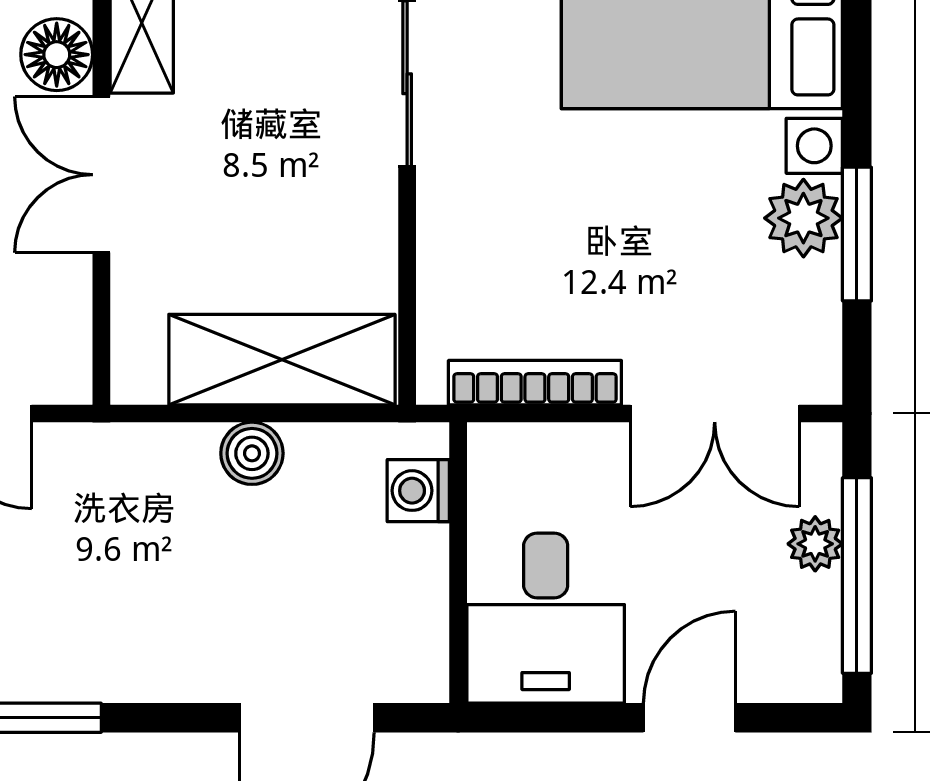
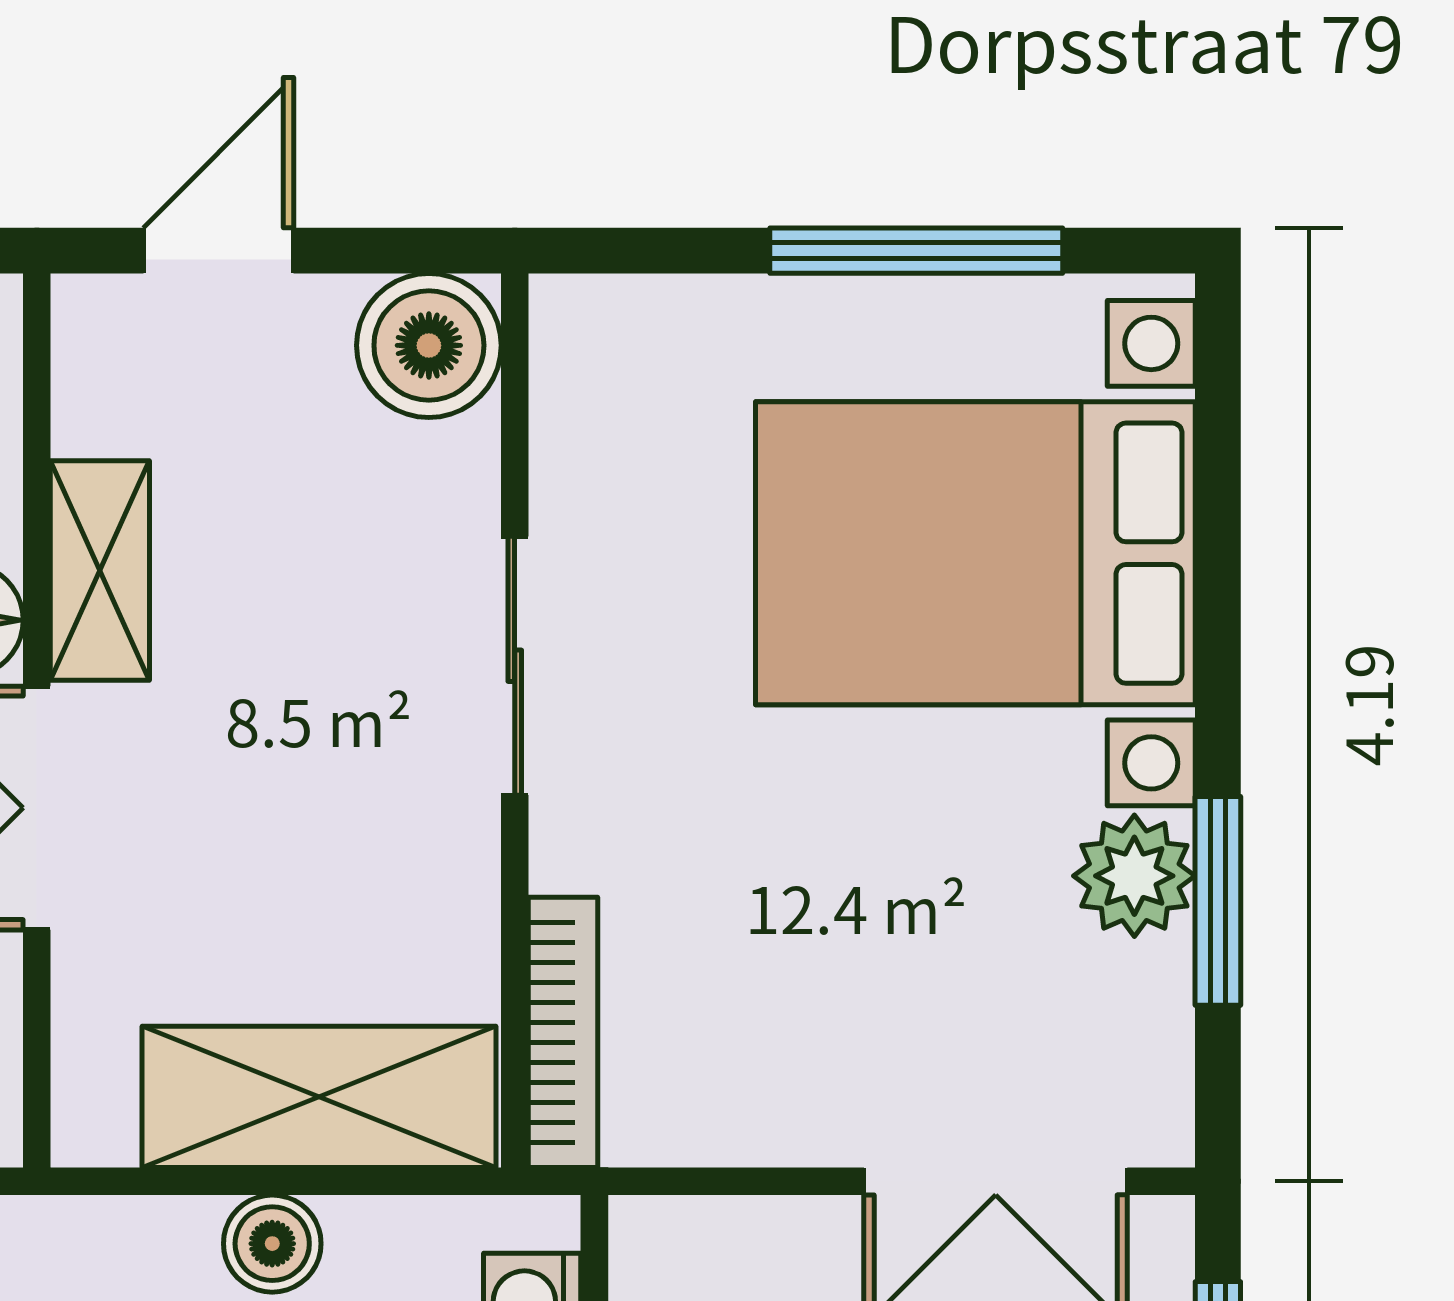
bookcase: (535, 383) -> (563, 1032), moved, turned 90

